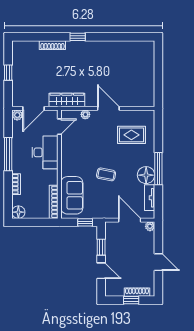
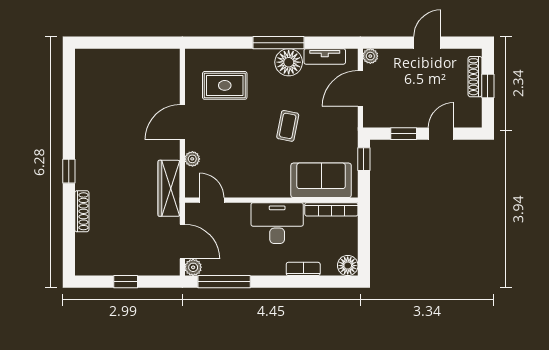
rug: (131, 135) -> (225, 85), turned 90
desk: (45, 152) -> (277, 223), moved
window: (8, 154) -> (224, 282), moved

